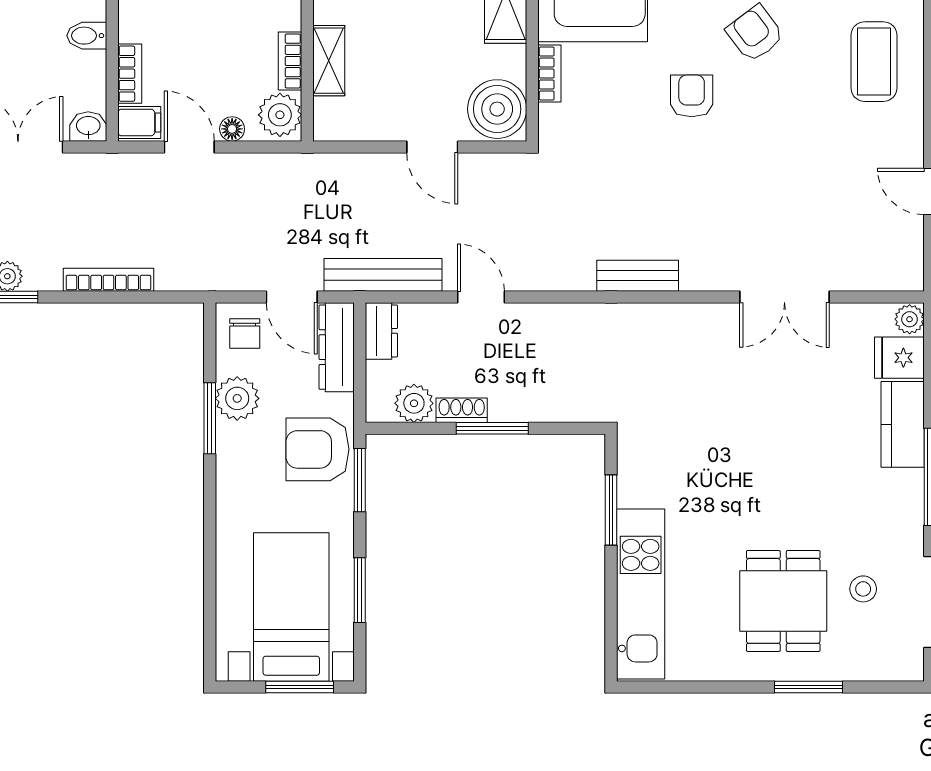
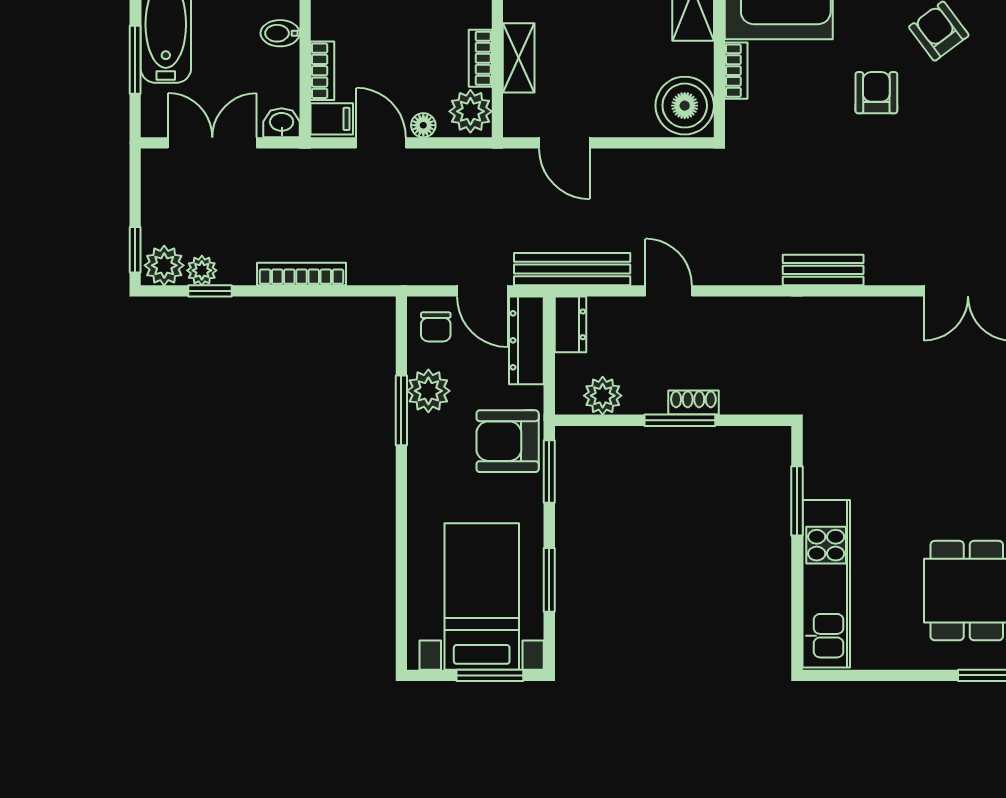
door: (432, 147) -> (564, 143), moved
shoe rack: (462, 410) -> (693, 402), moved

